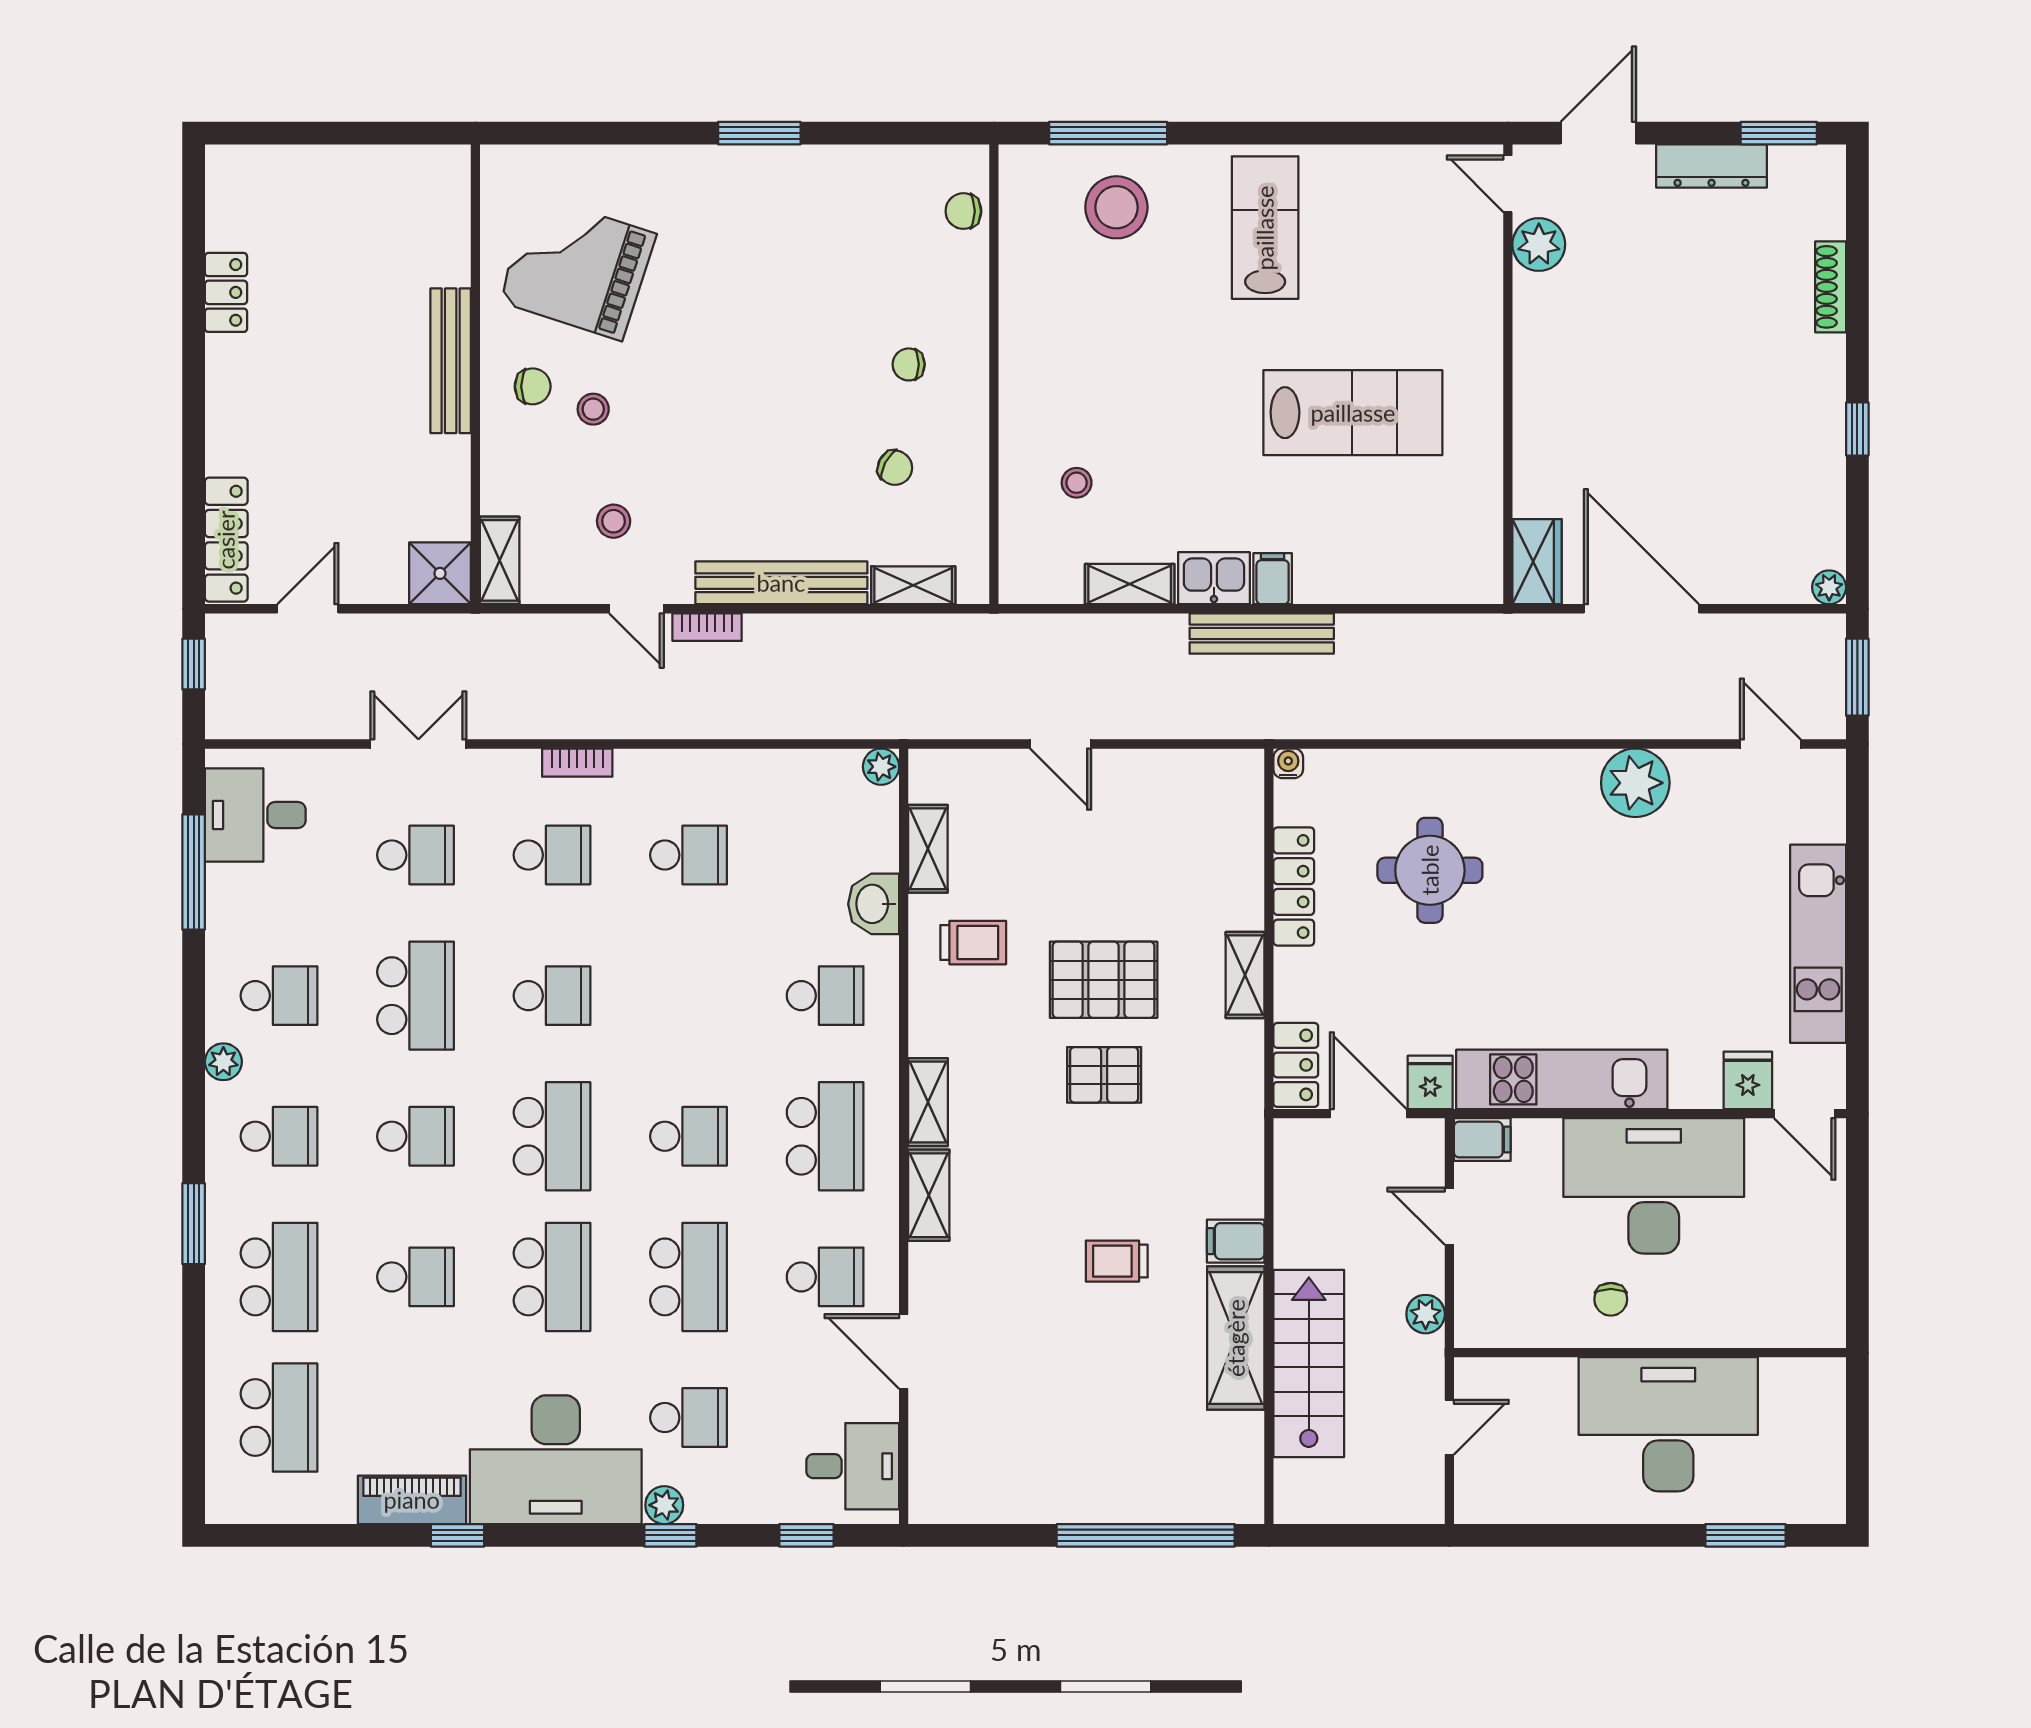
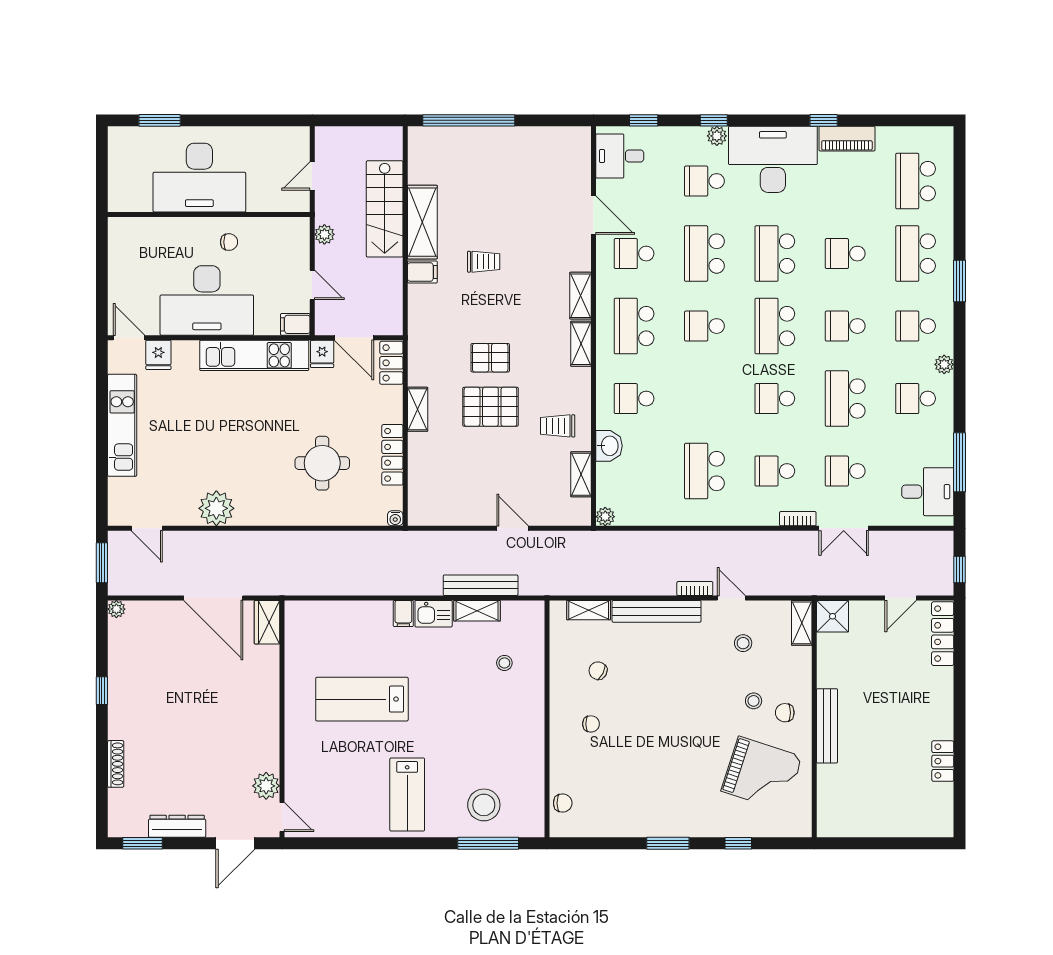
window: (623, 133) -> (738, 843), added
bench: (1262, 633) -> (481, 585), moved
bookcase: (577, 763) -> (798, 519), moved
school desk: (689, 855) -> (704, 471), width x1.85
chair: (1611, 1299) -> (229, 242), turned 90

